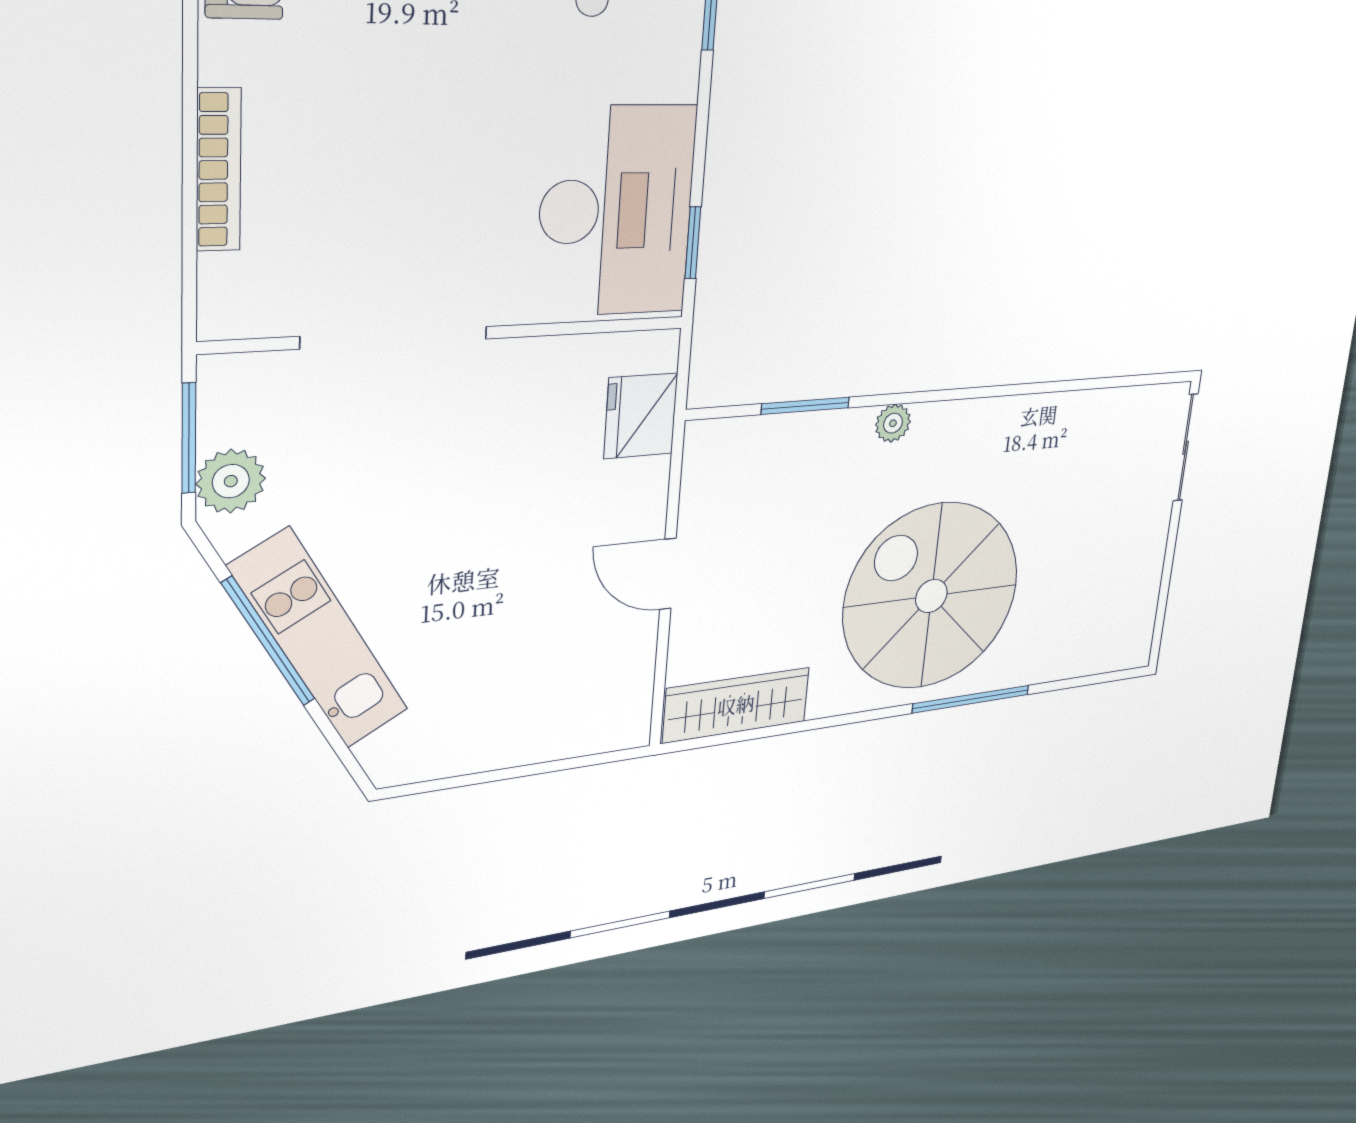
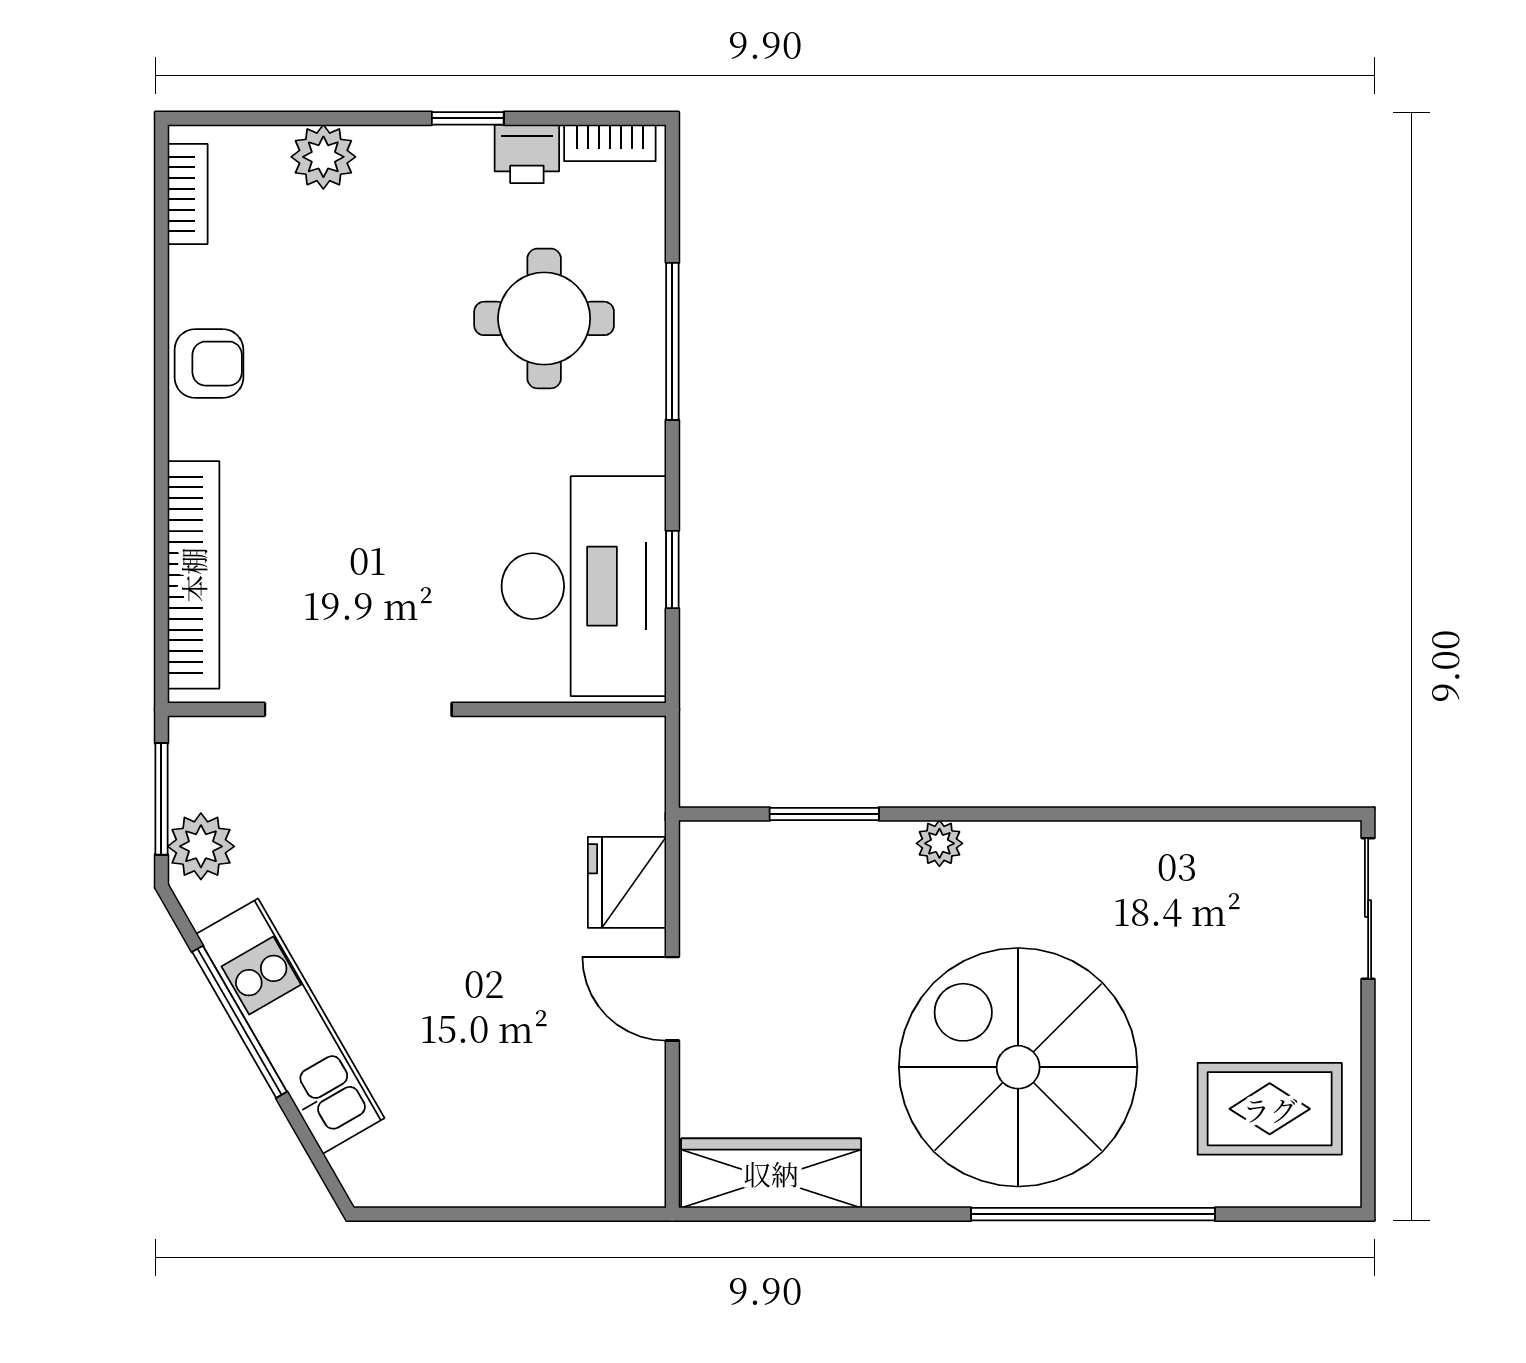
bookcase: (219, 170) -> (193, 575), width x1.48, depth x1.31
window: (693, 243) -> (672, 569), moved
fridge: (641, 416) -> (627, 882), moved
rug: (1100, 604) -> (1270, 1109), added
window: (971, 699) -> (1093, 1214), width x1.46

